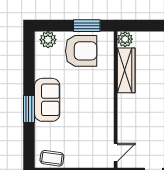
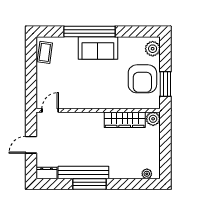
window: (29, 109) -> (89, 31), width x2.11
door: (116, 152) -> (50, 110), swing flipped

